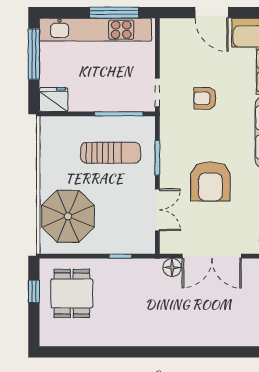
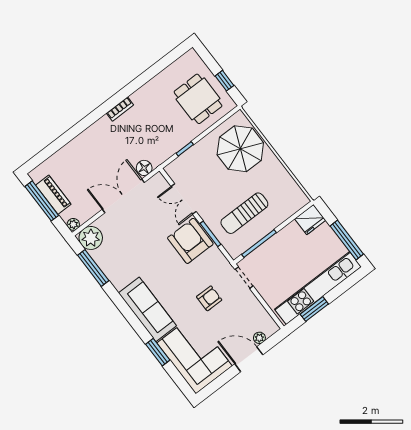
window: (114, 13) -> (314, 309), width x0.69
plant: (186, 25) -> (259, 338), added
armchair: (210, 181) -> (190, 241), moved
bookcase: (152, 340) -> (120, 109), added

